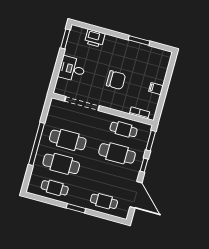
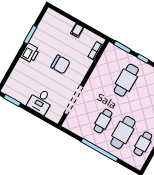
printer: (95, 38) -> (30, 53), moved
chair: (116, 80) -> (60, 64), turned 90
cafe table: (124, 129) -> (106, 69), removed
cafe table: (68, 140) -> (103, 121), width x0.73, depth x0.74

